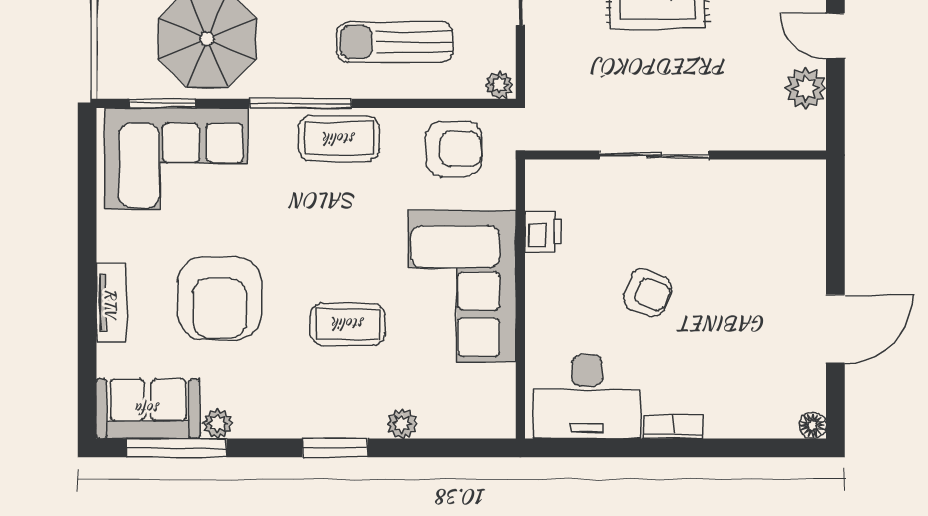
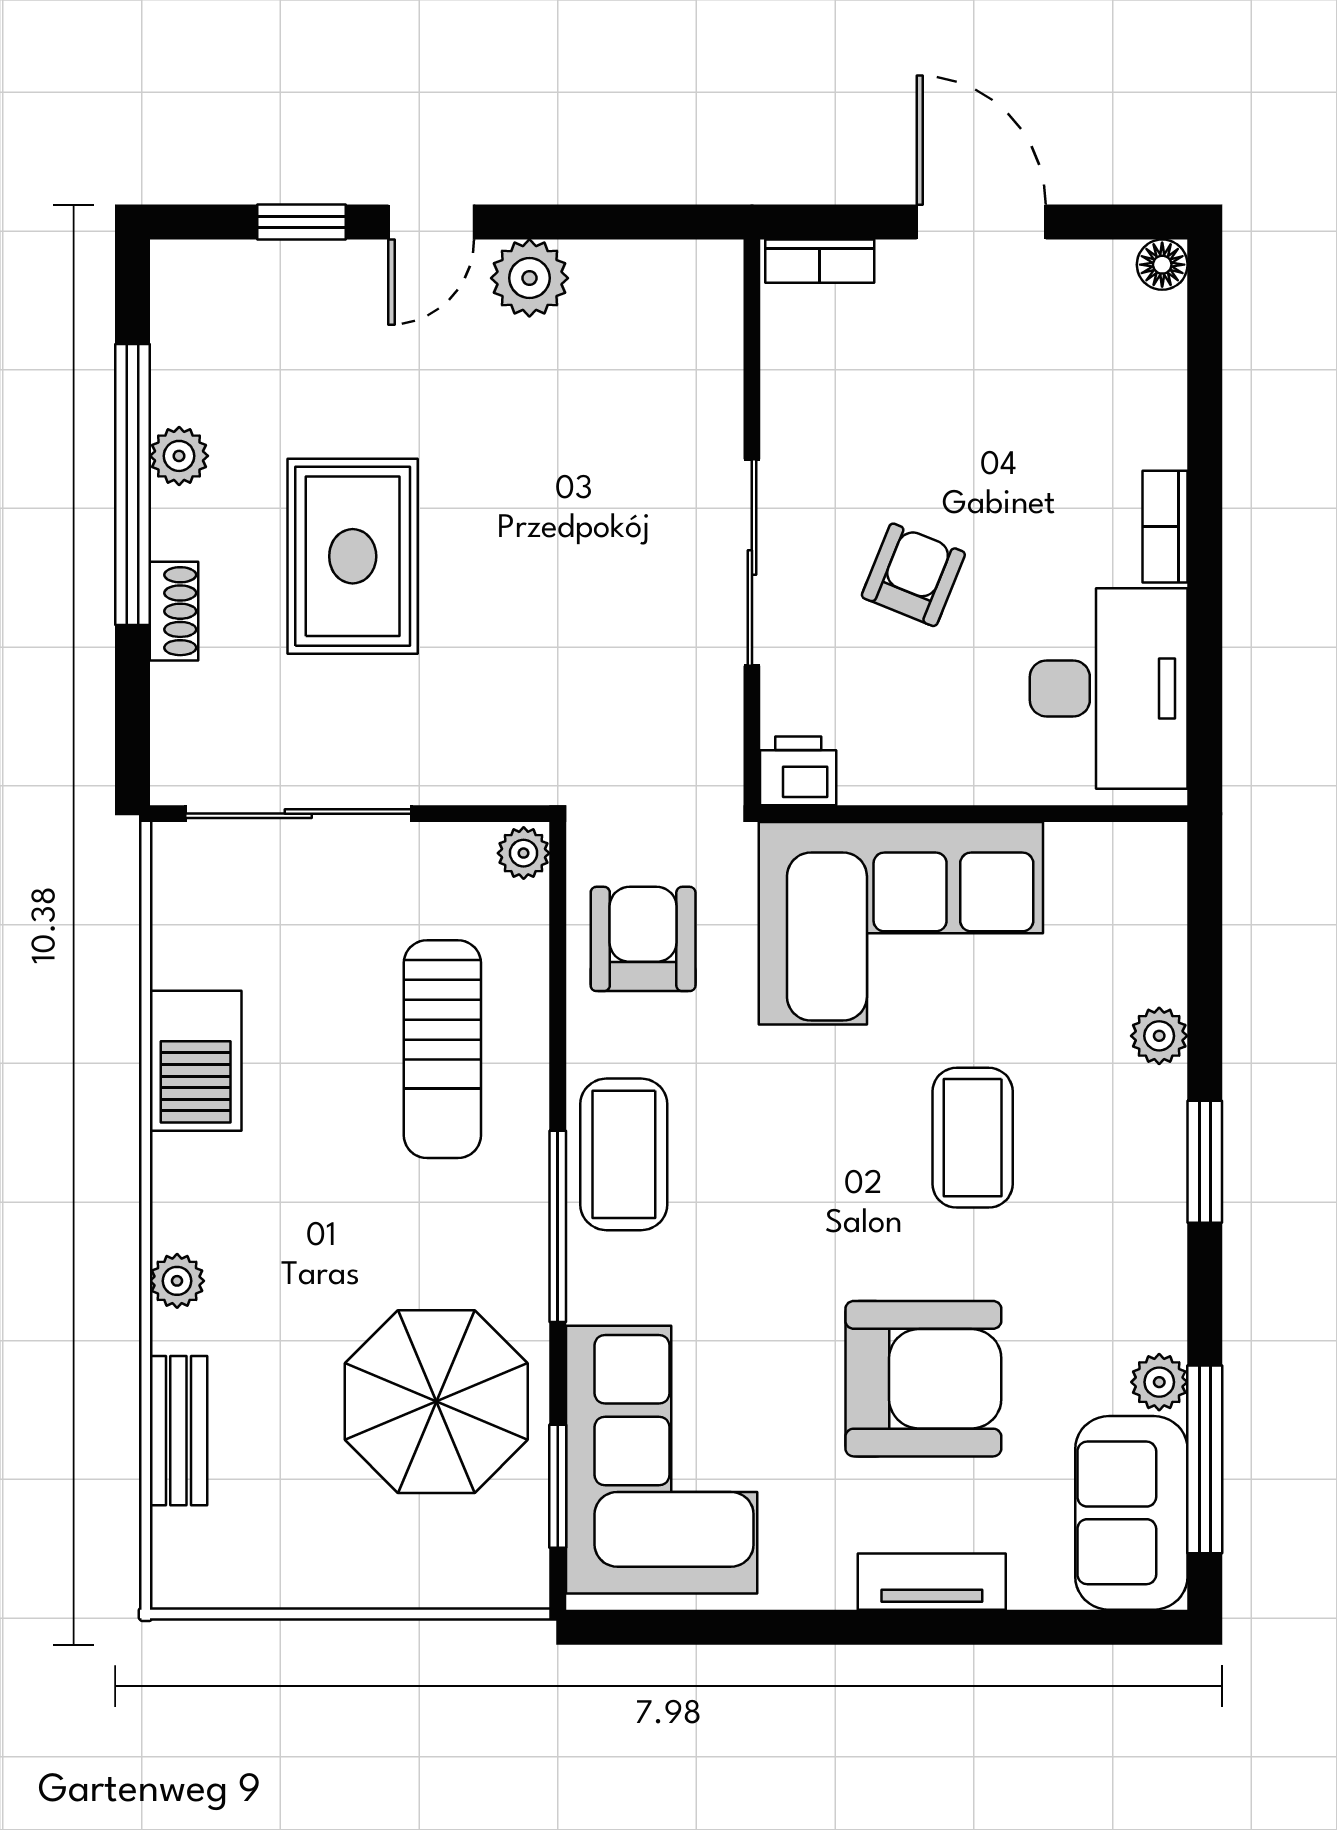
sliding door: (654, 155) -> (752, 562), moved
wall: (675, 155) -> (752, 522), moved
bookcase: (815, 243) -> (820, 261), added

